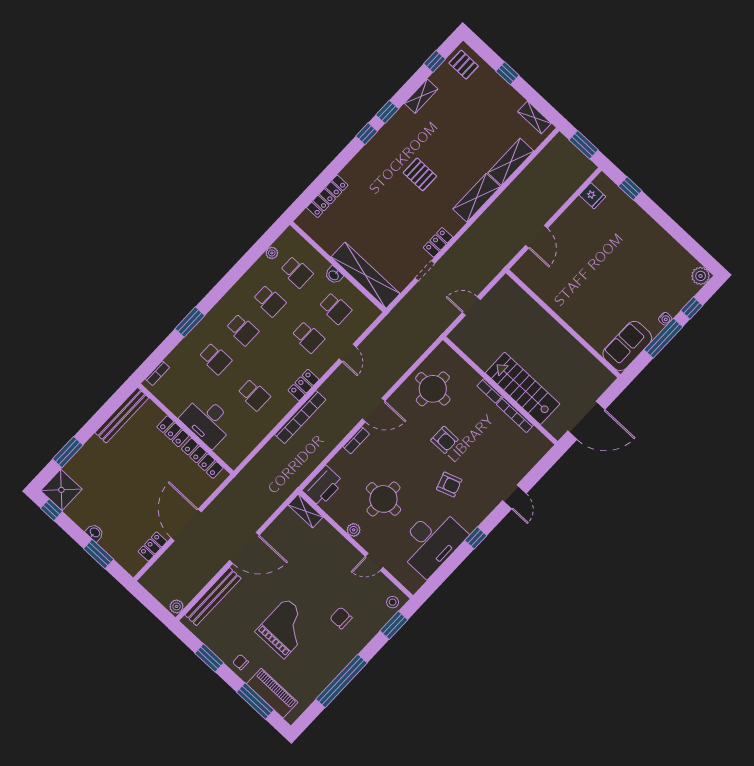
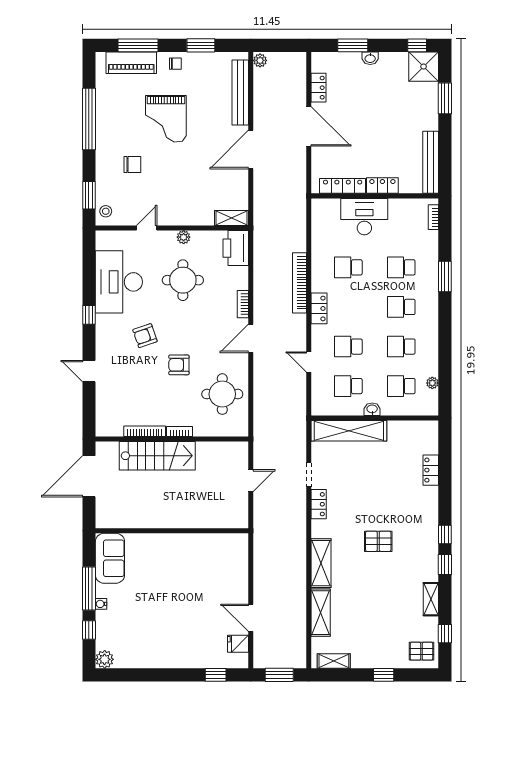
locker: (327, 196) -> (431, 470), width x0.66
door: (536, 237) -> (251, 618), moved

